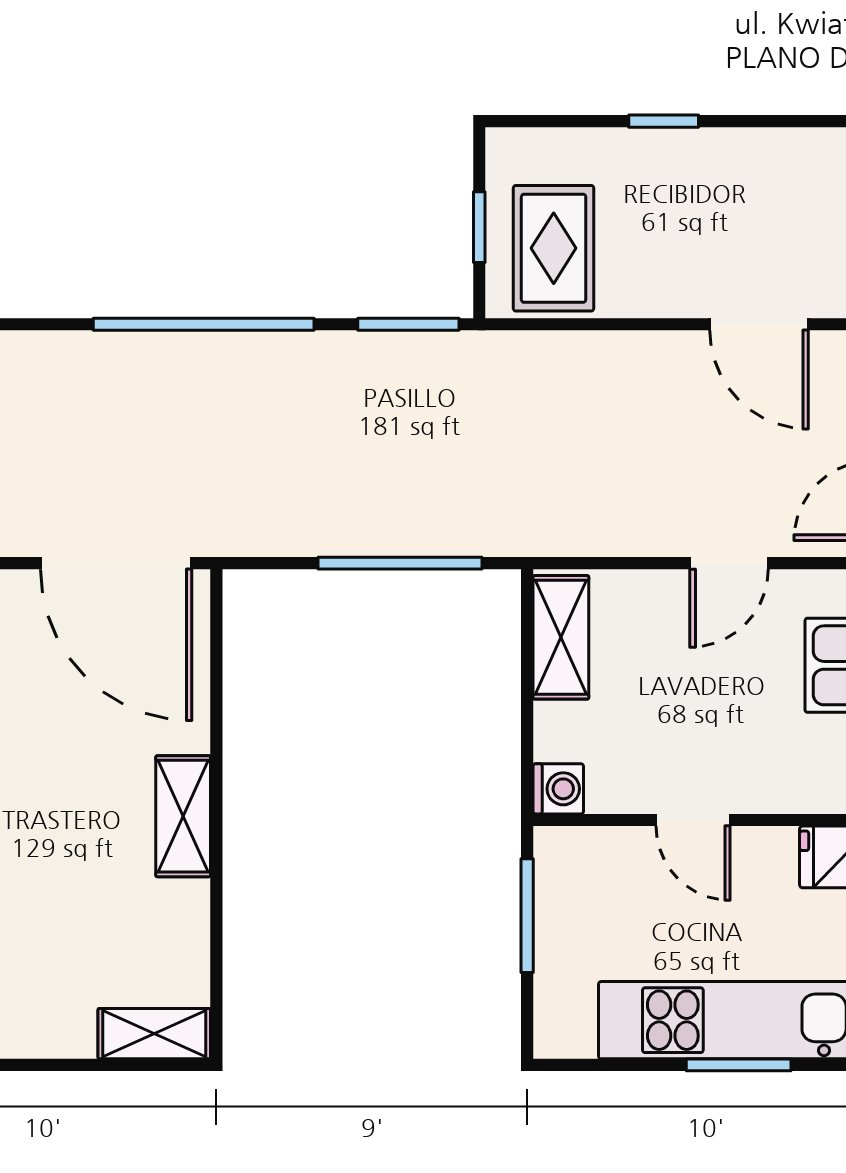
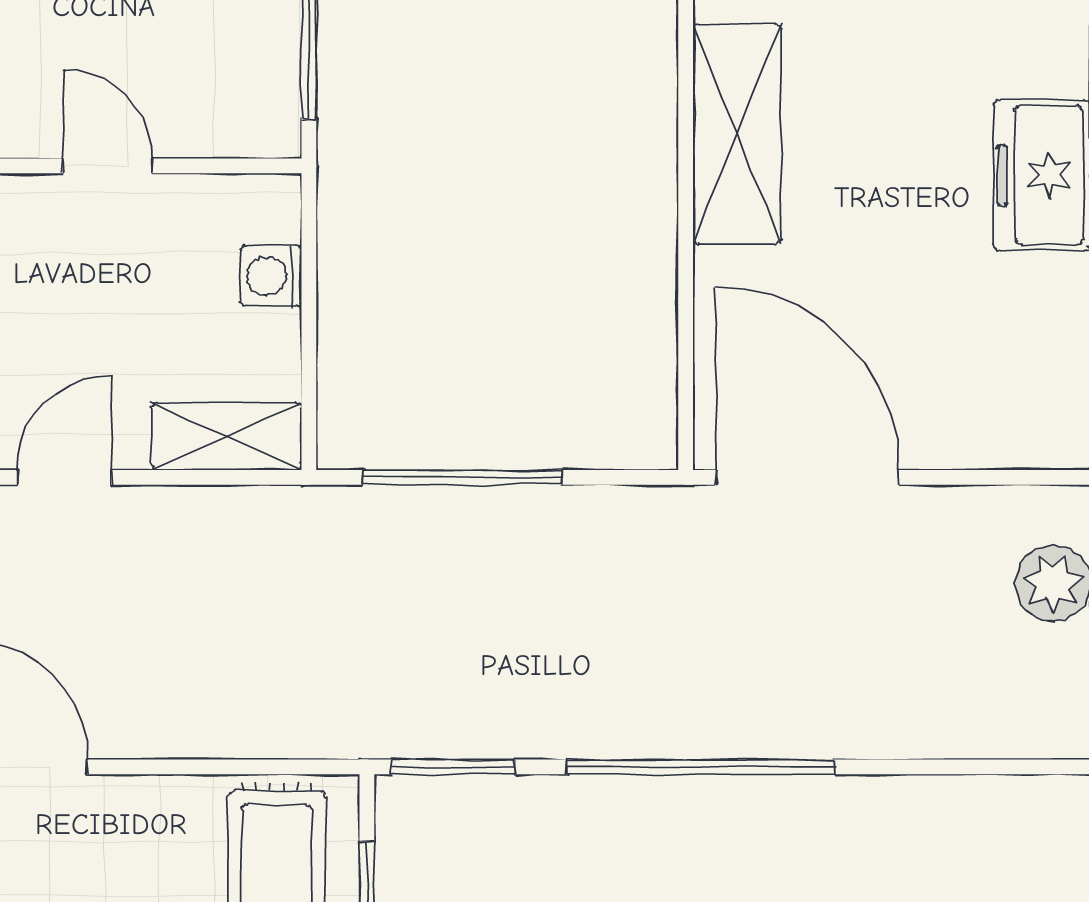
shelving: (561, 637) -> (227, 436), moved, turned 90
washing machine: (558, 789) -> (271, 276), moved
shelving: (183, 816) -> (737, 134), width x1.50, depth x1.33

